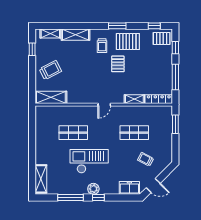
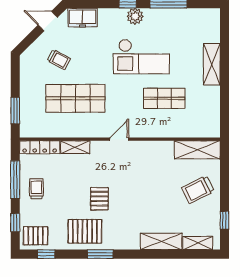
trolley: (102, 46) -> (36, 189), moved
shop shelf: (134, 133) -> (75, 98), width x1.43, depth x1.36
shelving: (41, 179) -> (212, 64), moved

